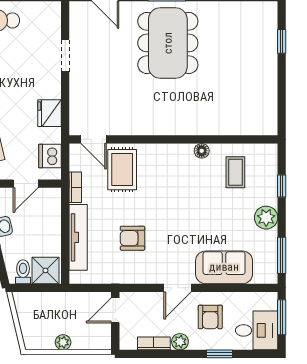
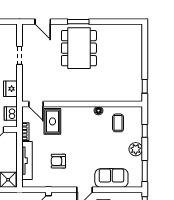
window: (282, 41) -> (145, 86), moved

